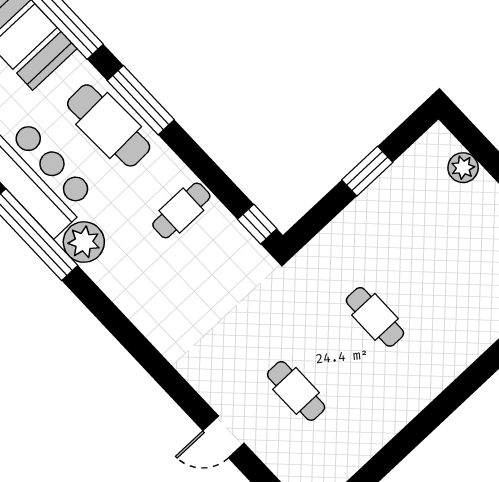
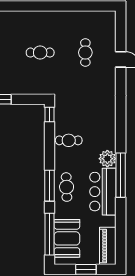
cafe table: (109, 125) -> (67, 187), width x0.73, depth x0.74
cafe table: (375, 317) -> (40, 53), turned 90

